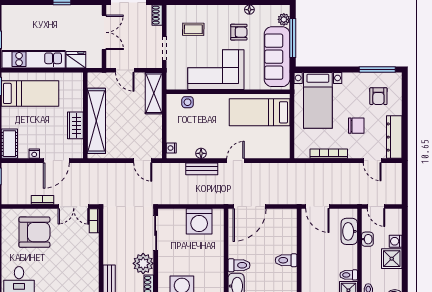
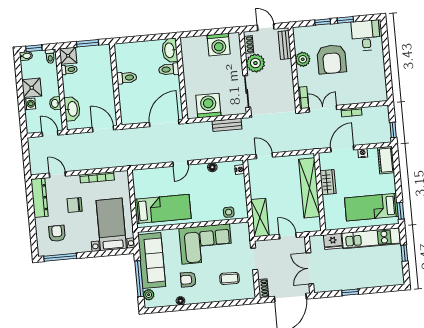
bench: (202, 169) -> (227, 125), moved
armchair: (34, 232) -> (332, 59), moved, turned -90
plant: (91, 263) -> (303, 59), added

